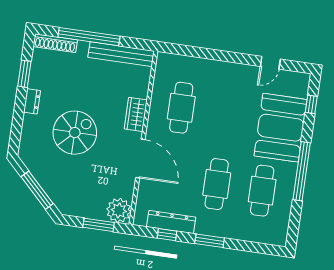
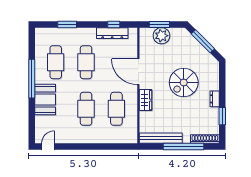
door: (270, 63) -> (48, 147), moved
window: (311, 104) -> (32, 123), removed
cafe table: (227, 114) -> (86, 109), added
booth: (281, 128) -> (45, 100), width x0.73, depth x0.70
plant: (119, 210) -> (161, 36), moved
window: (210, 241) -> (67, 24), moved

